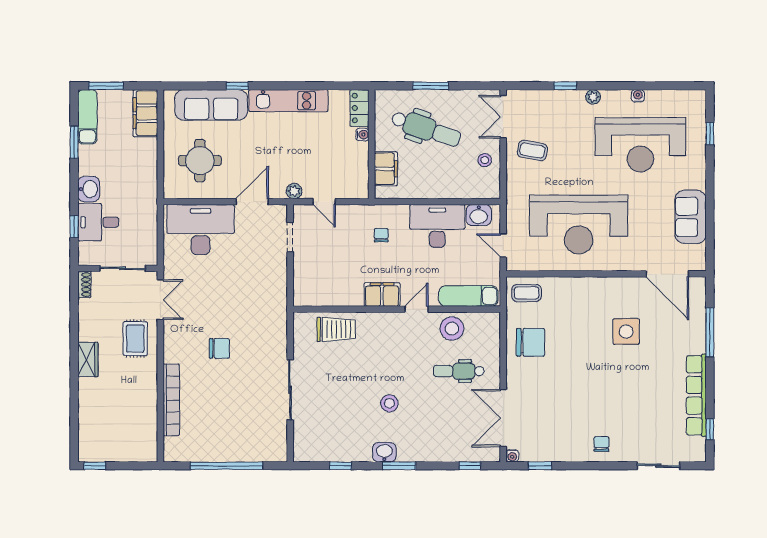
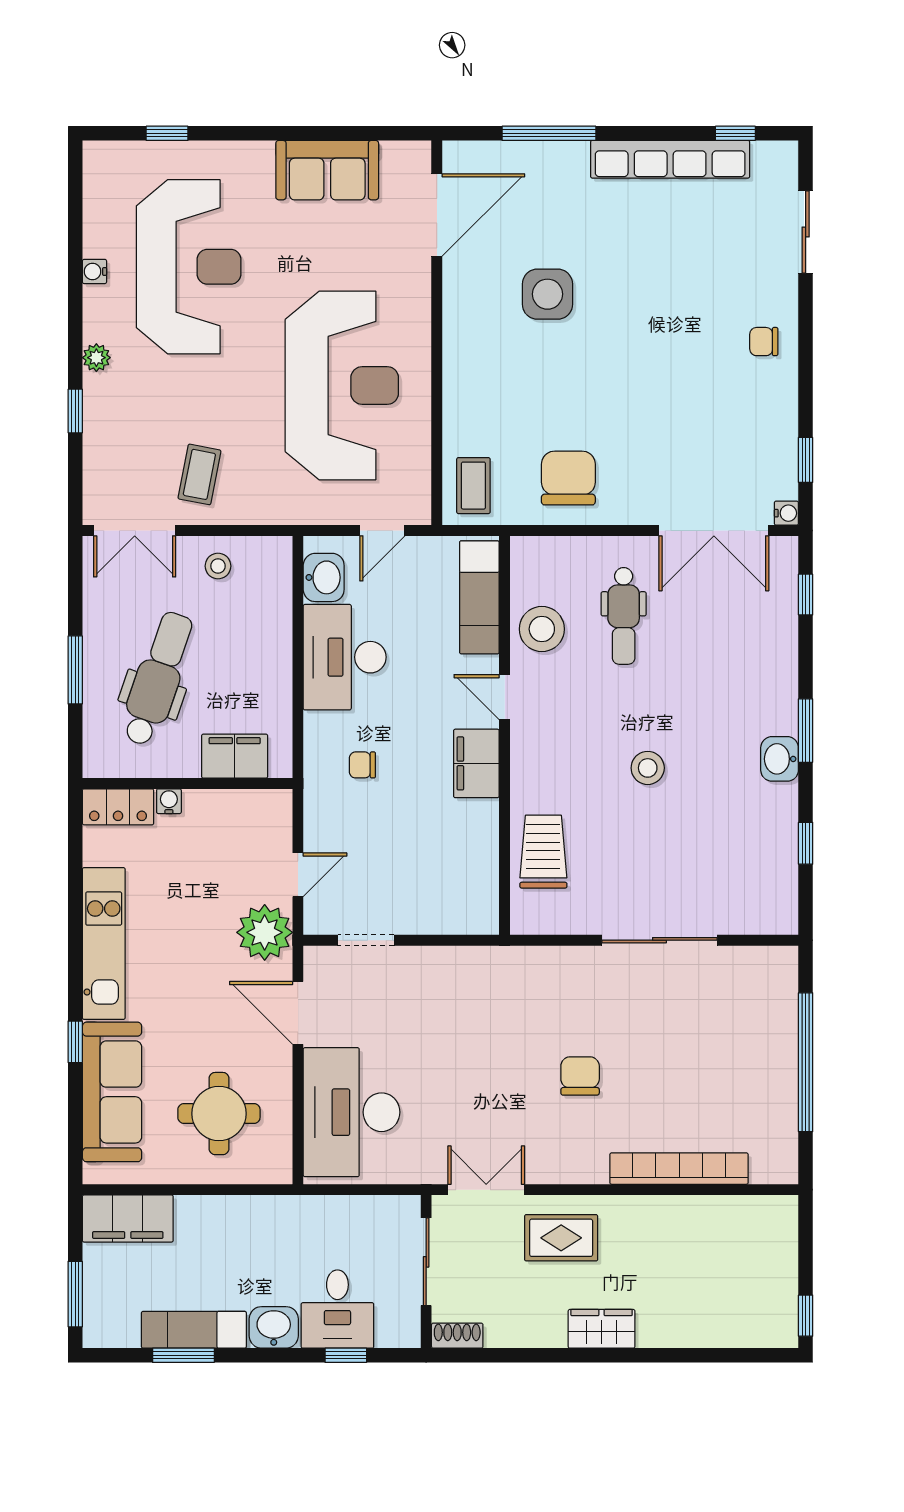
exam couch: (87, 117) -> (194, 1330), moved
plant: (294, 191) -> (265, 932), width x1.88, depth x1.88
stool: (389, 403) -> (648, 768), moved

